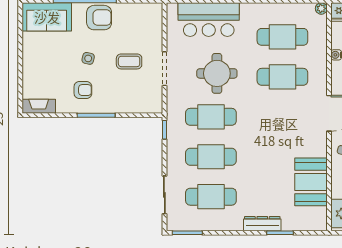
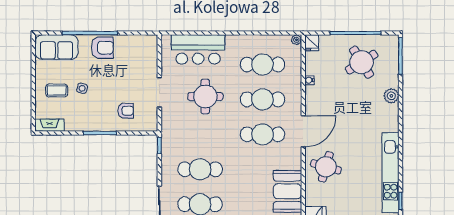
side table: (88, 58) -> (82, 88), moved
coffee table: (129, 61) -> (57, 91), moved
armchair: (83, 90) -> (126, 111), moved
cafe table: (211, 117) -> (263, 134), moved

